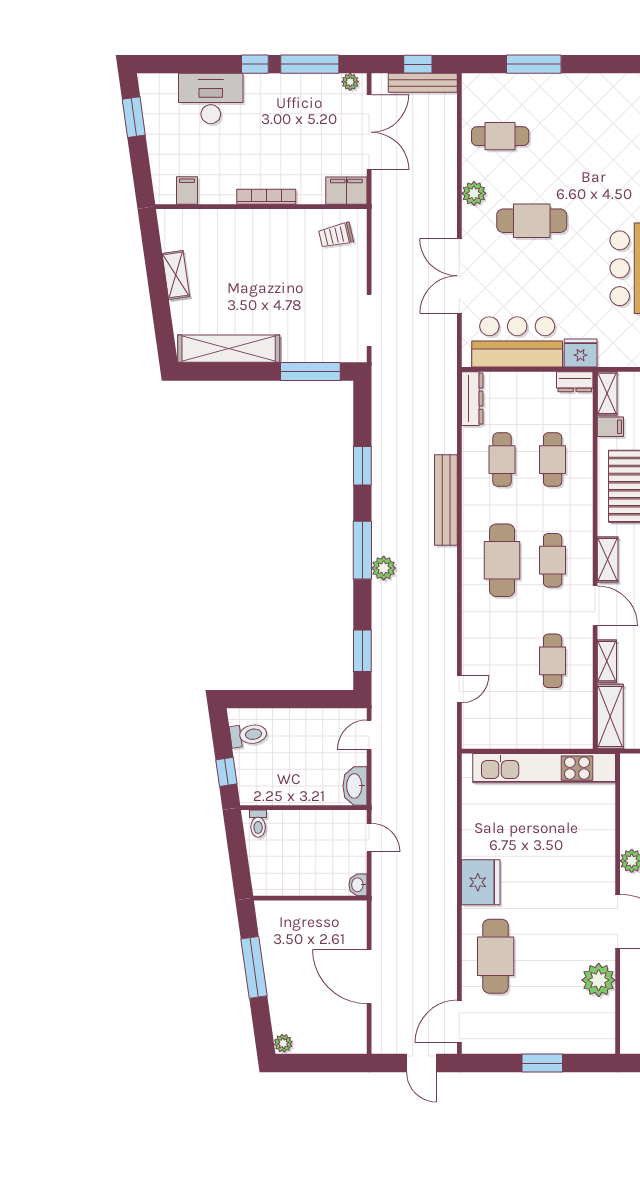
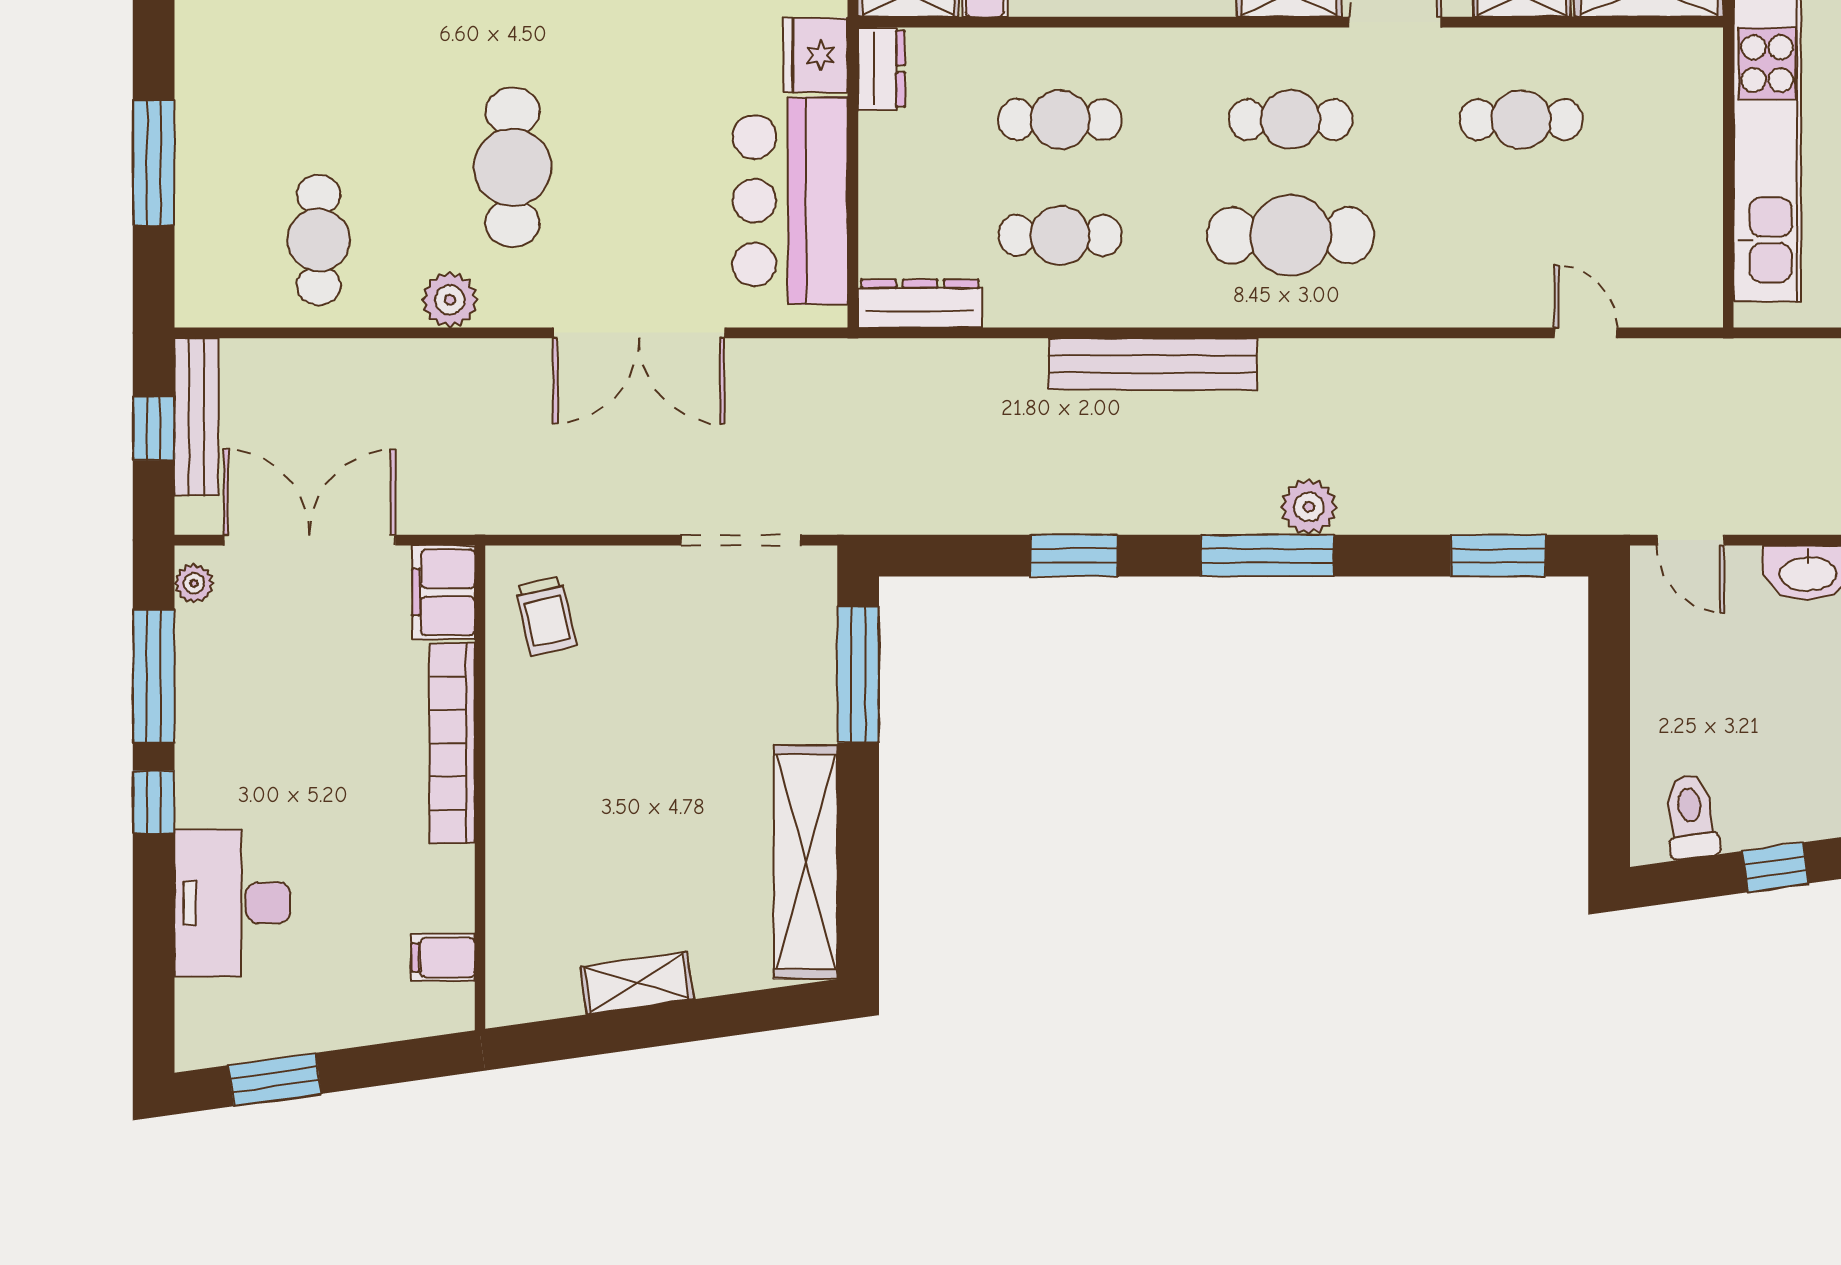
bookcase: (266, 197) -> (452, 743), width x1.48, depth x1.31

